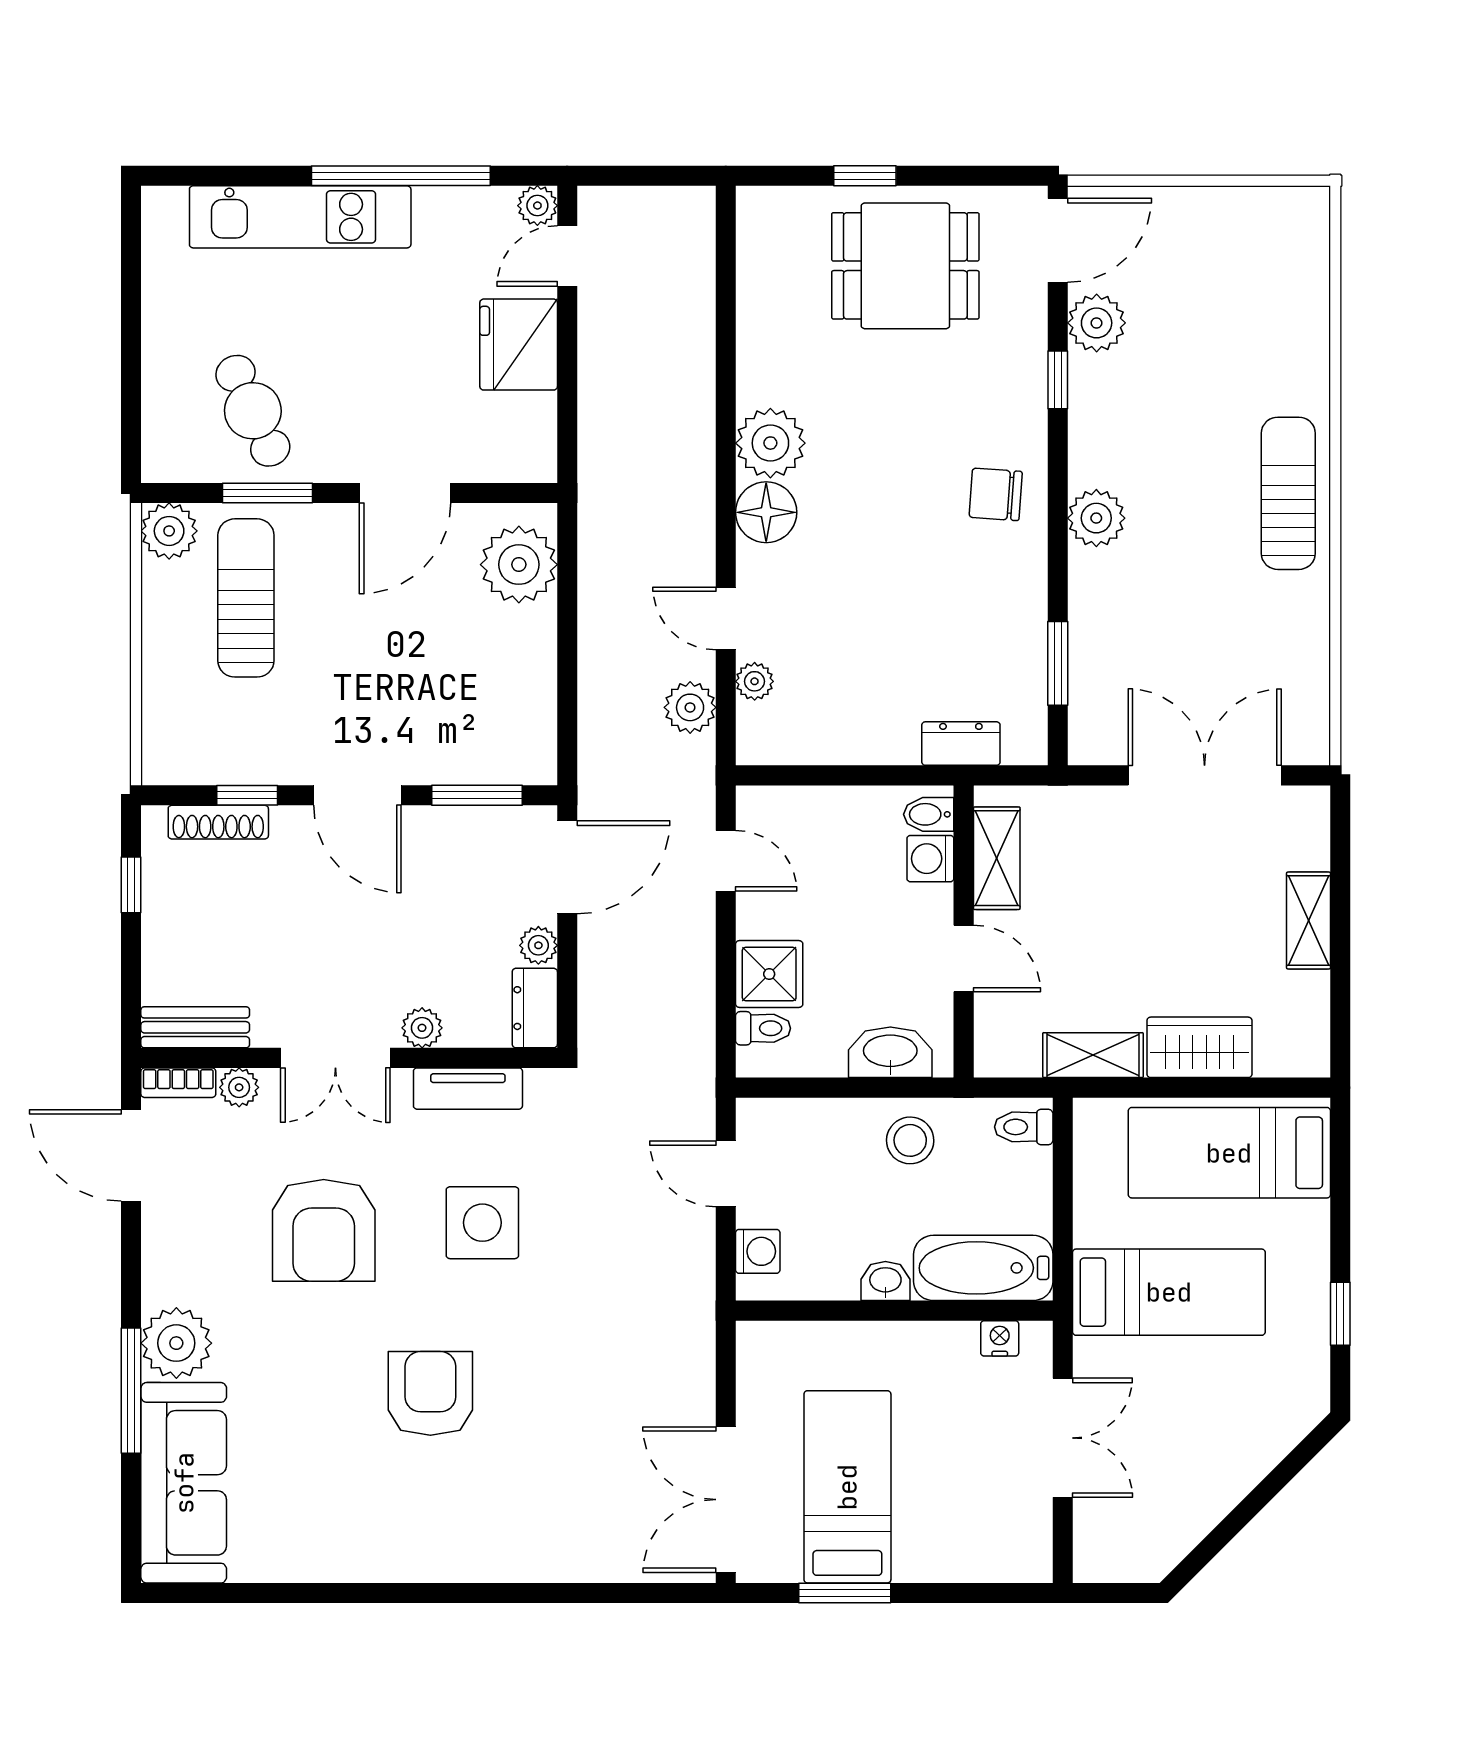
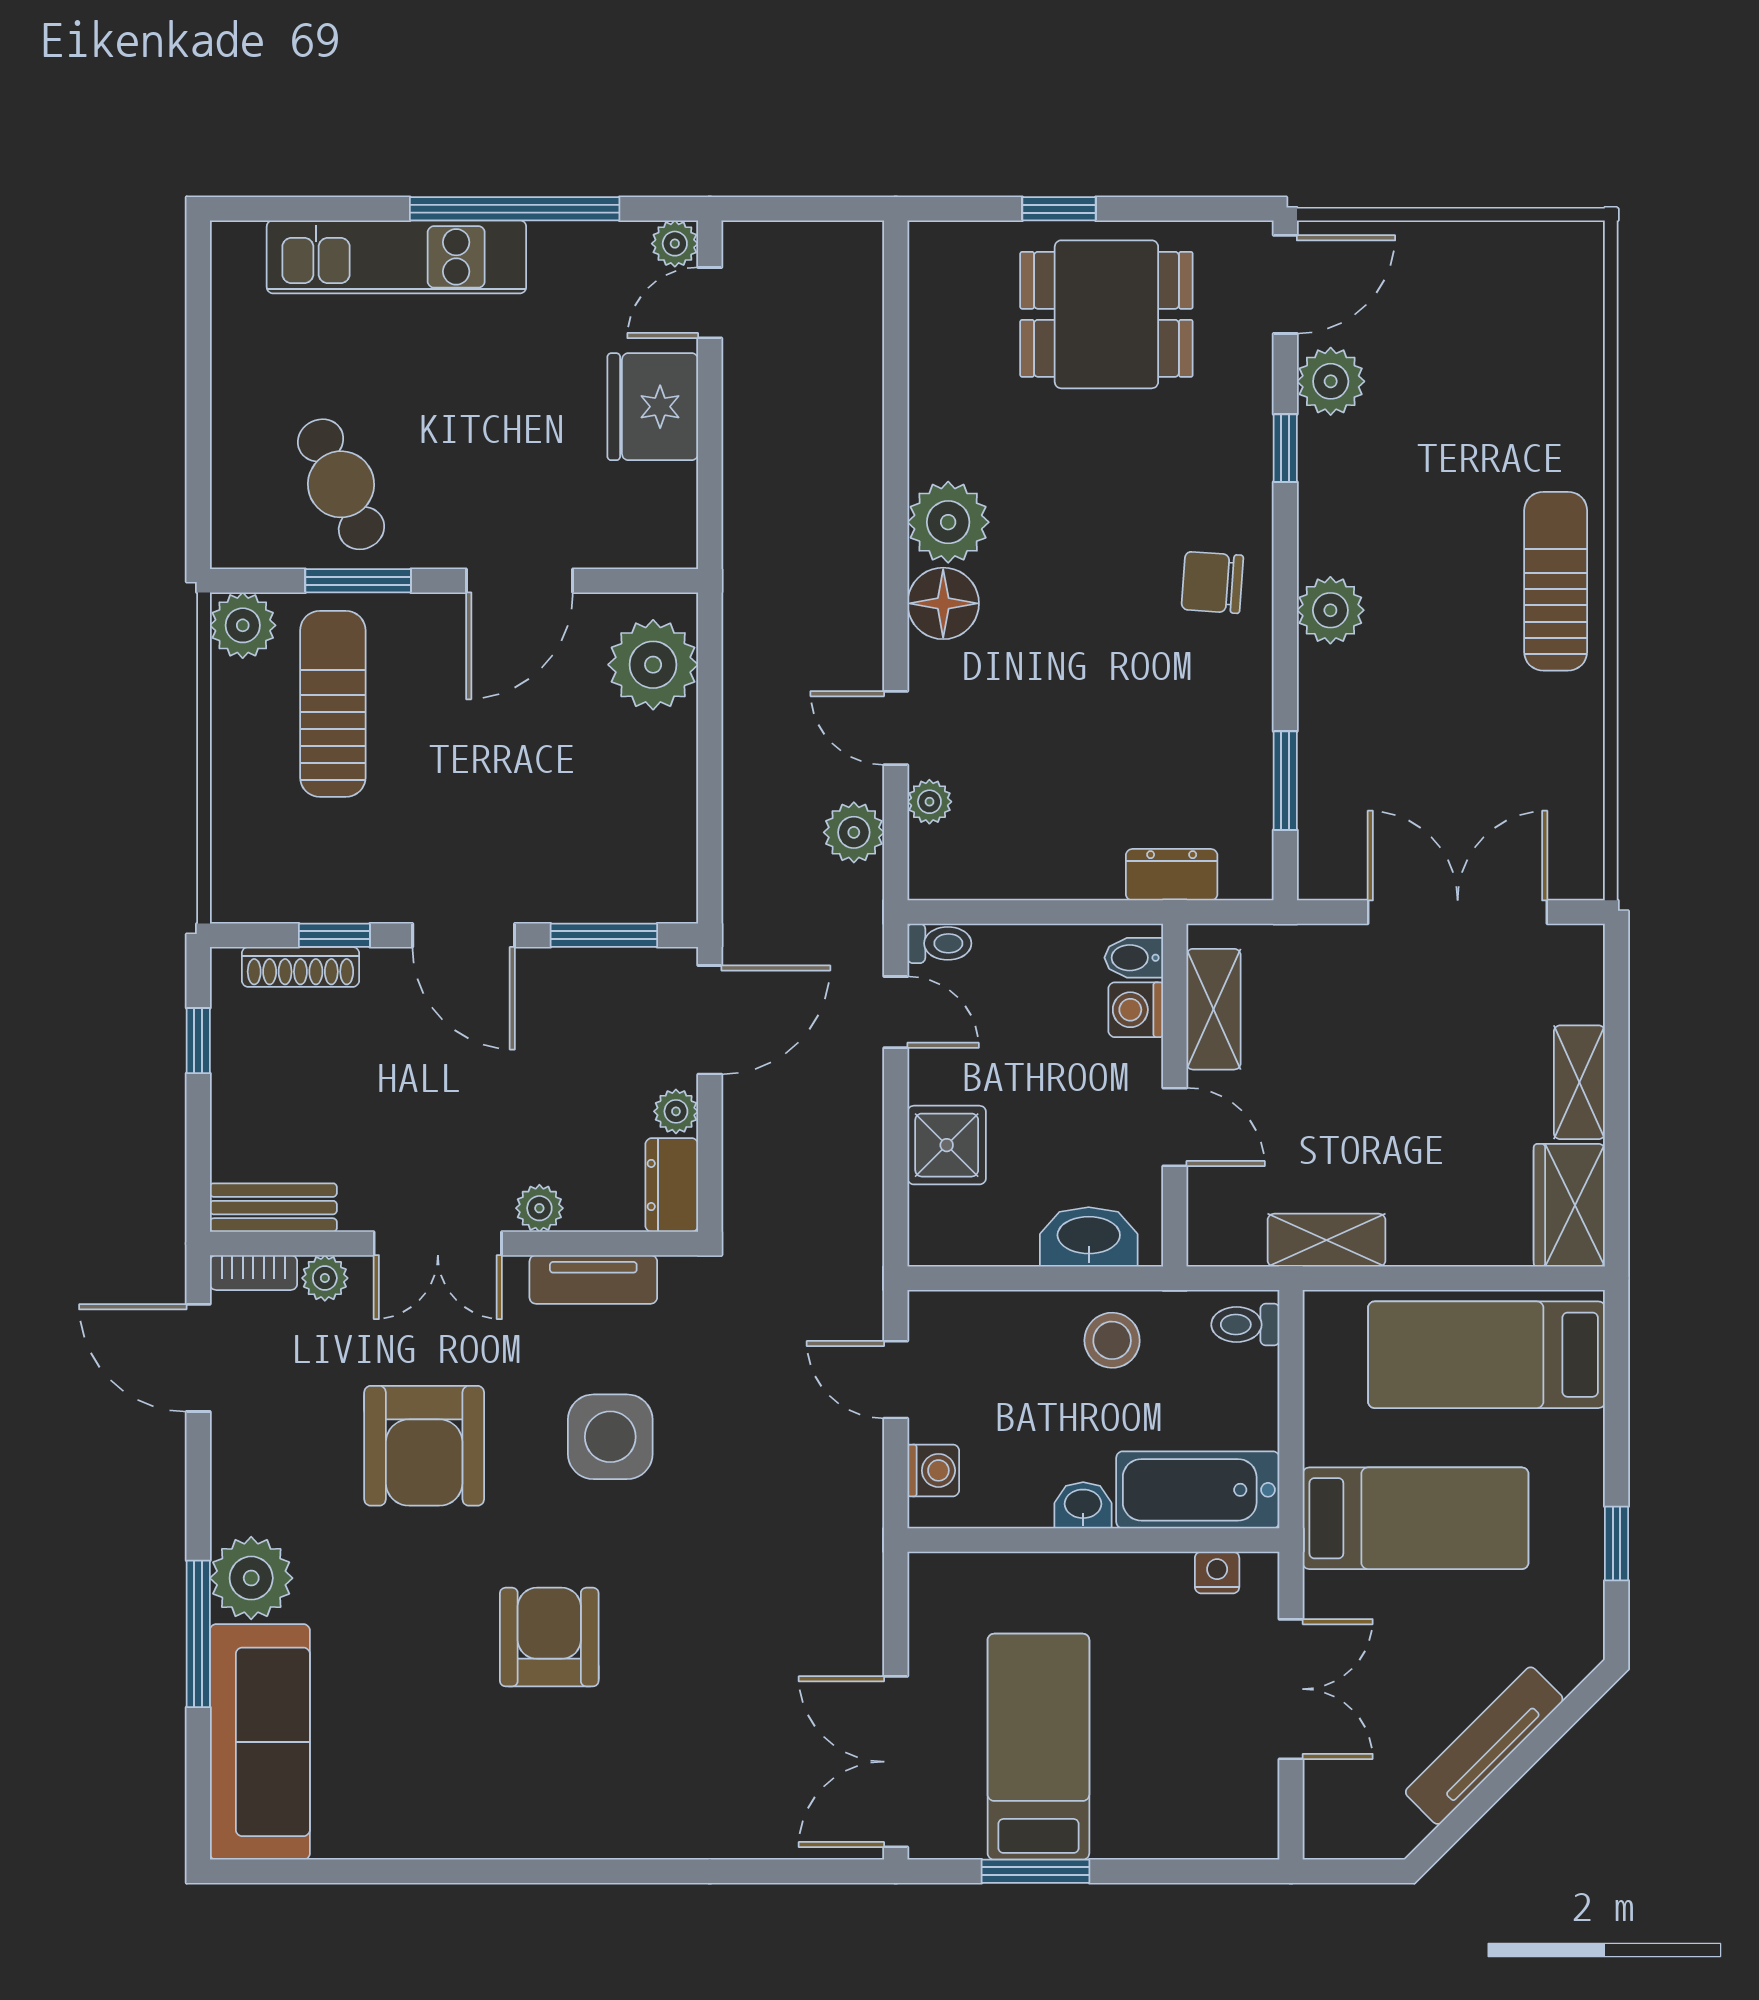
toilet: (763, 1028) -> (939, 943), moved
wardrobe: (1199, 1047) -> (1569, 1205), moved, turned -90
tv unit: (1227, 1486) -> (1484, 1746), added

